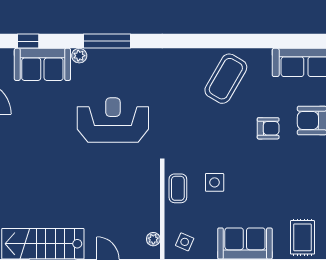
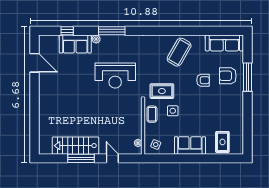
reception desk: (113, 120) -> (115, 76), turned 180
rug: (196, 148) -> (162, 91), added

